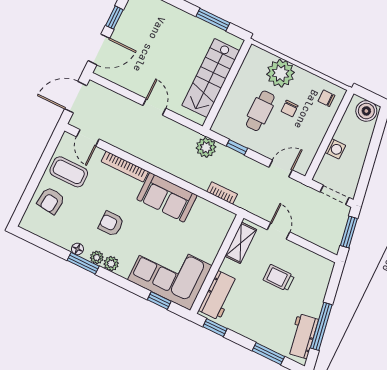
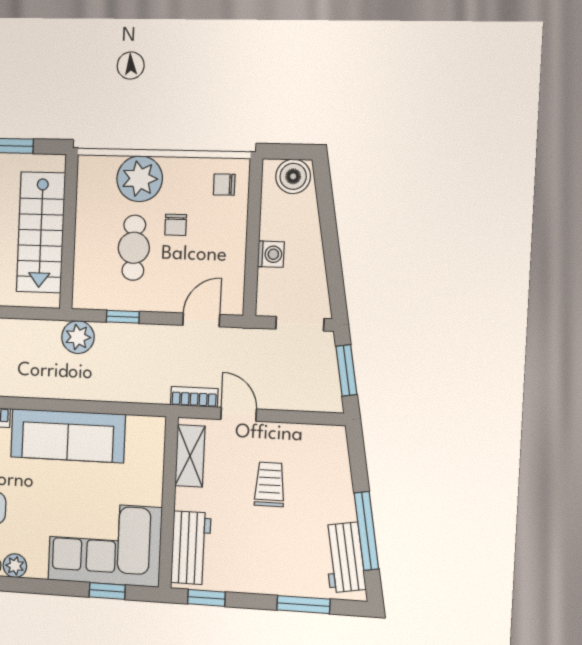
bookcase: (222, 193) -> (194, 397), moved
sofa: (167, 197) -> (68, 436), width x1.36
trolley: (279, 278) -> (270, 484), turned 90

